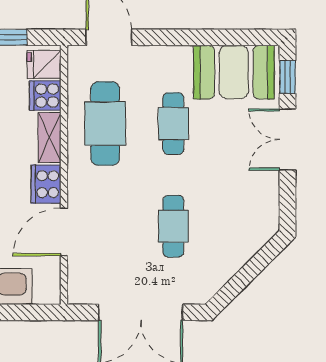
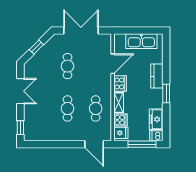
booth: (234, 72) -> (43, 130), removed
cafe table: (105, 124) -> (96, 108), width x0.73, depth x0.74
double door: (287, 140) -> (20, 91), moved
window: (249, 272) -> (36, 47), added

